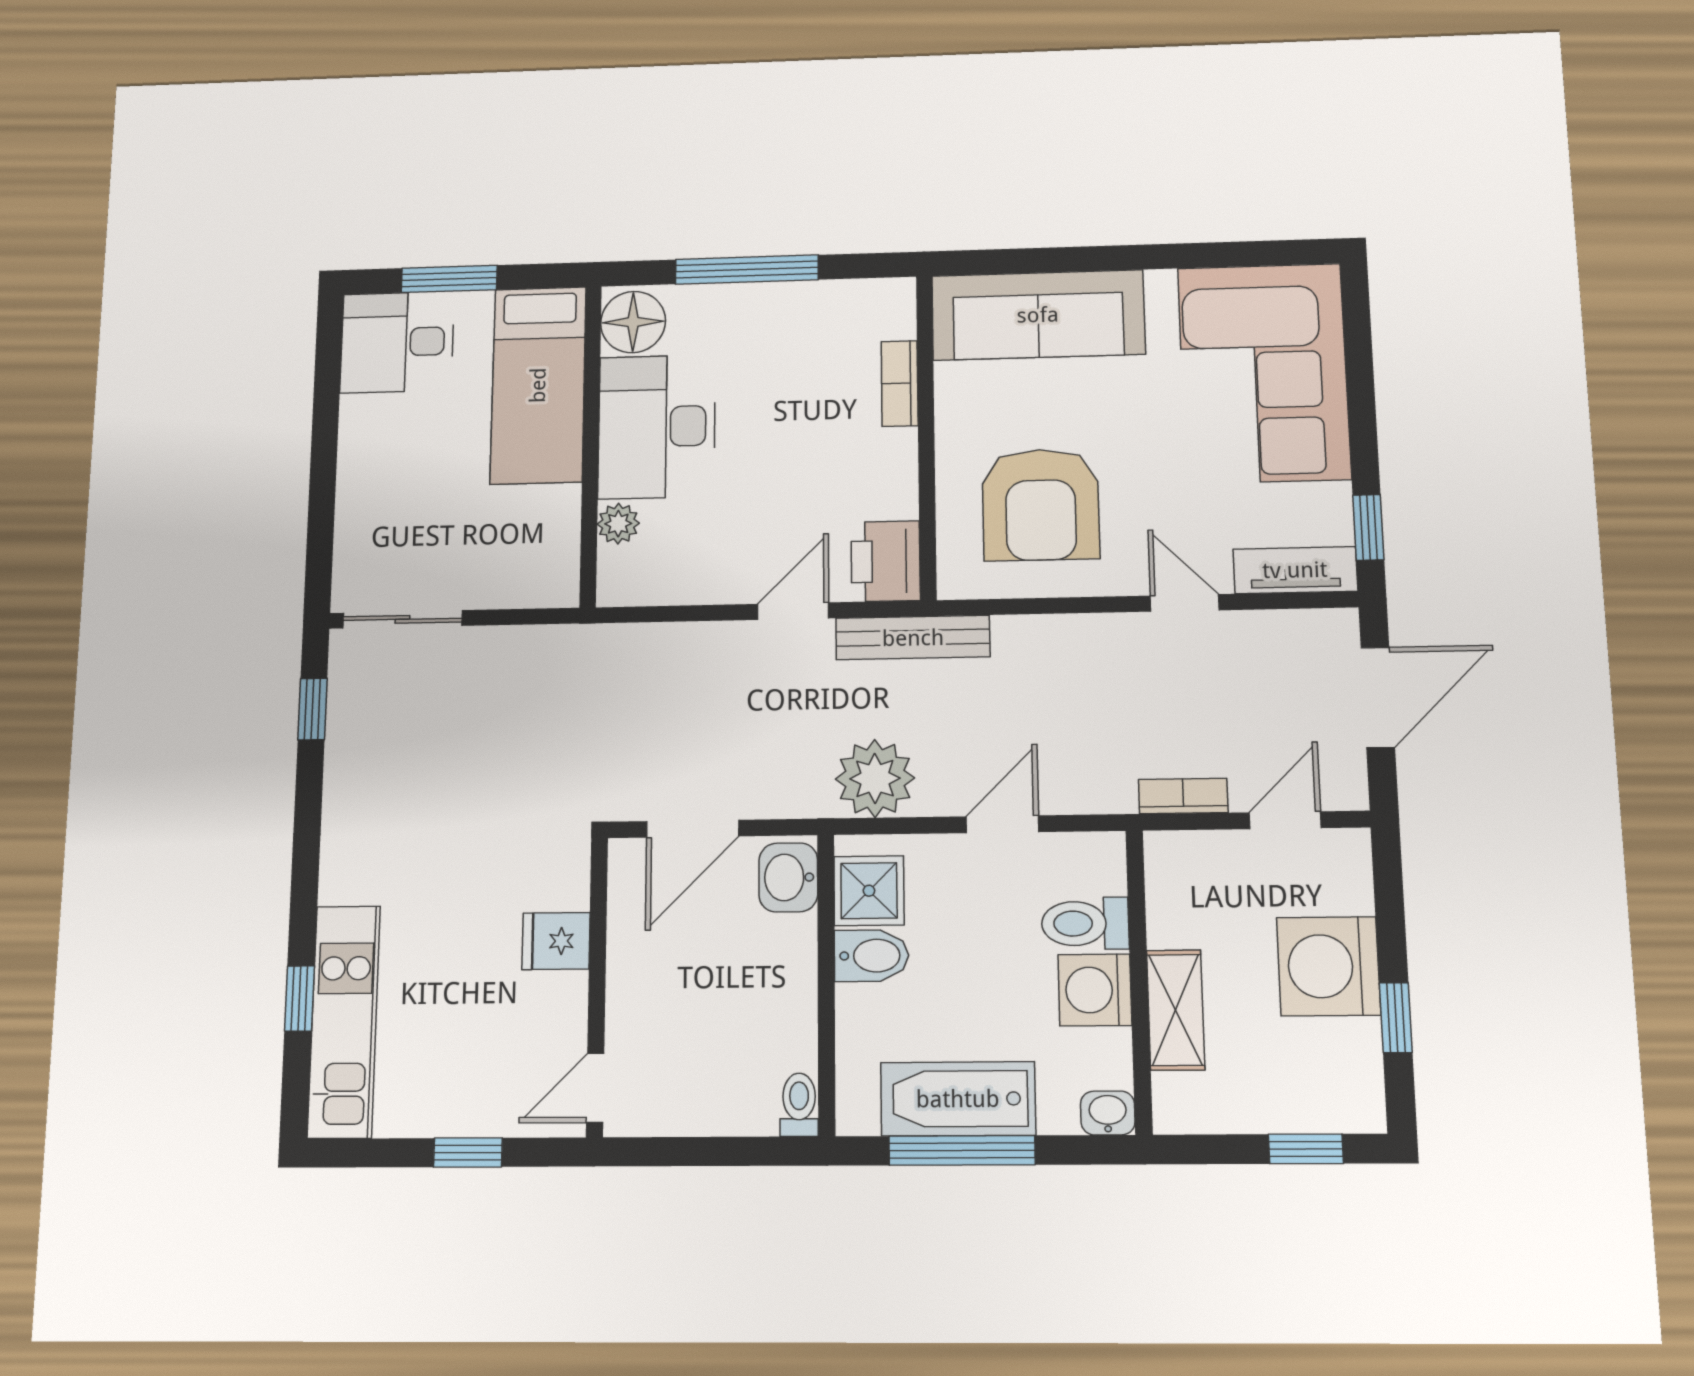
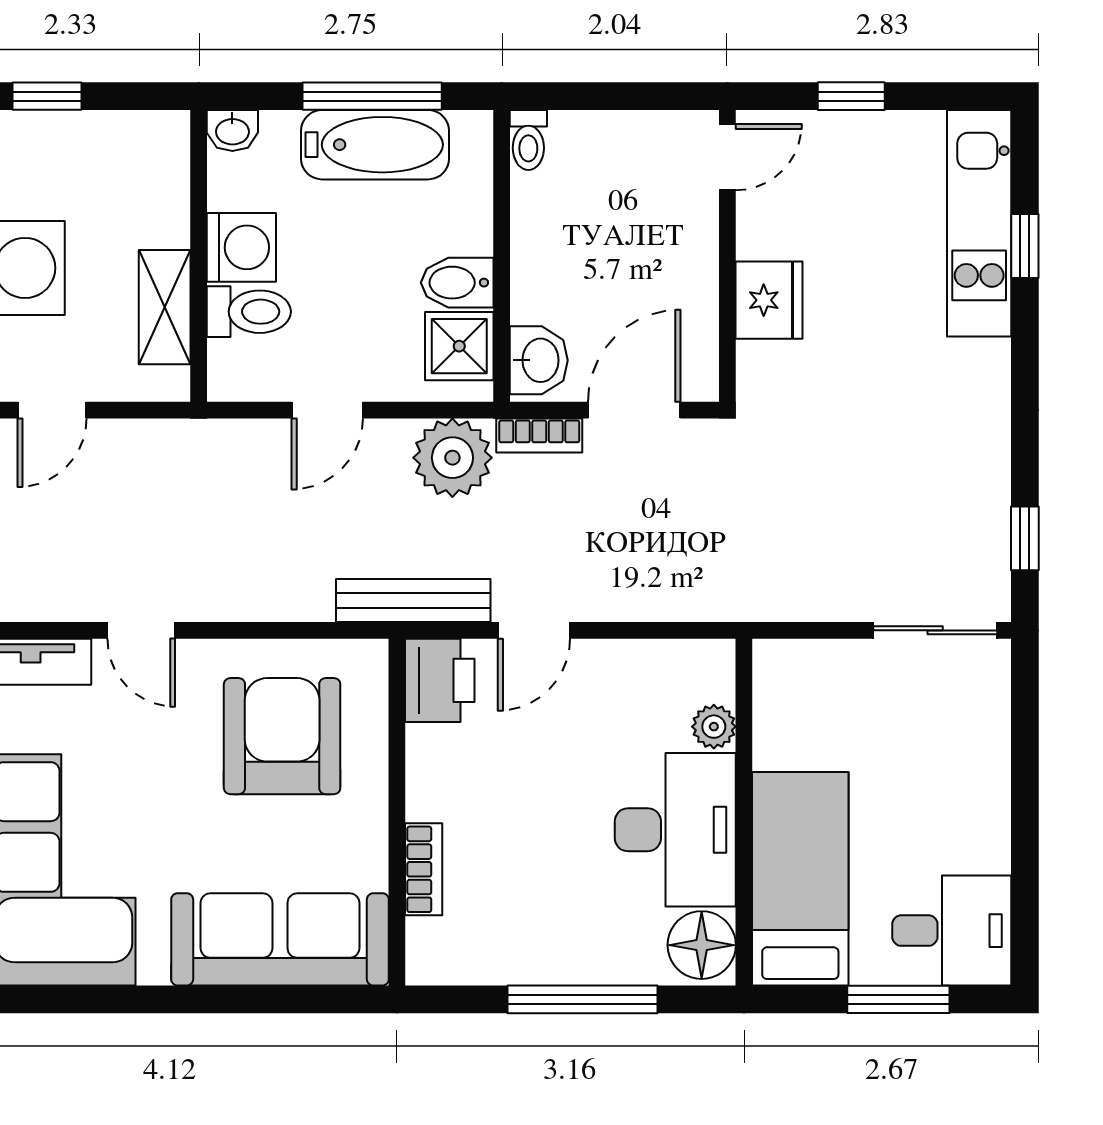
bookcase: (1183, 796) -> (539, 436), moved
fridge: (556, 941) -> (769, 300), width x1.38
shelving: (1176, 1010) -> (165, 307), moved

